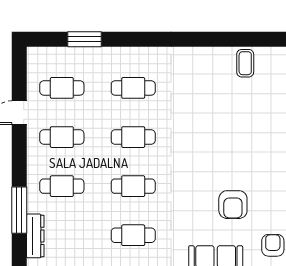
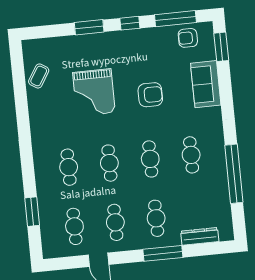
coffee table: (245, 63) -> (39, 76), turned -58
grand piano: (219, 127) -> (94, 92), added
armchair: (233, 205) -> (150, 95), moved
window: (19, 210) -> (163, 253), moved

